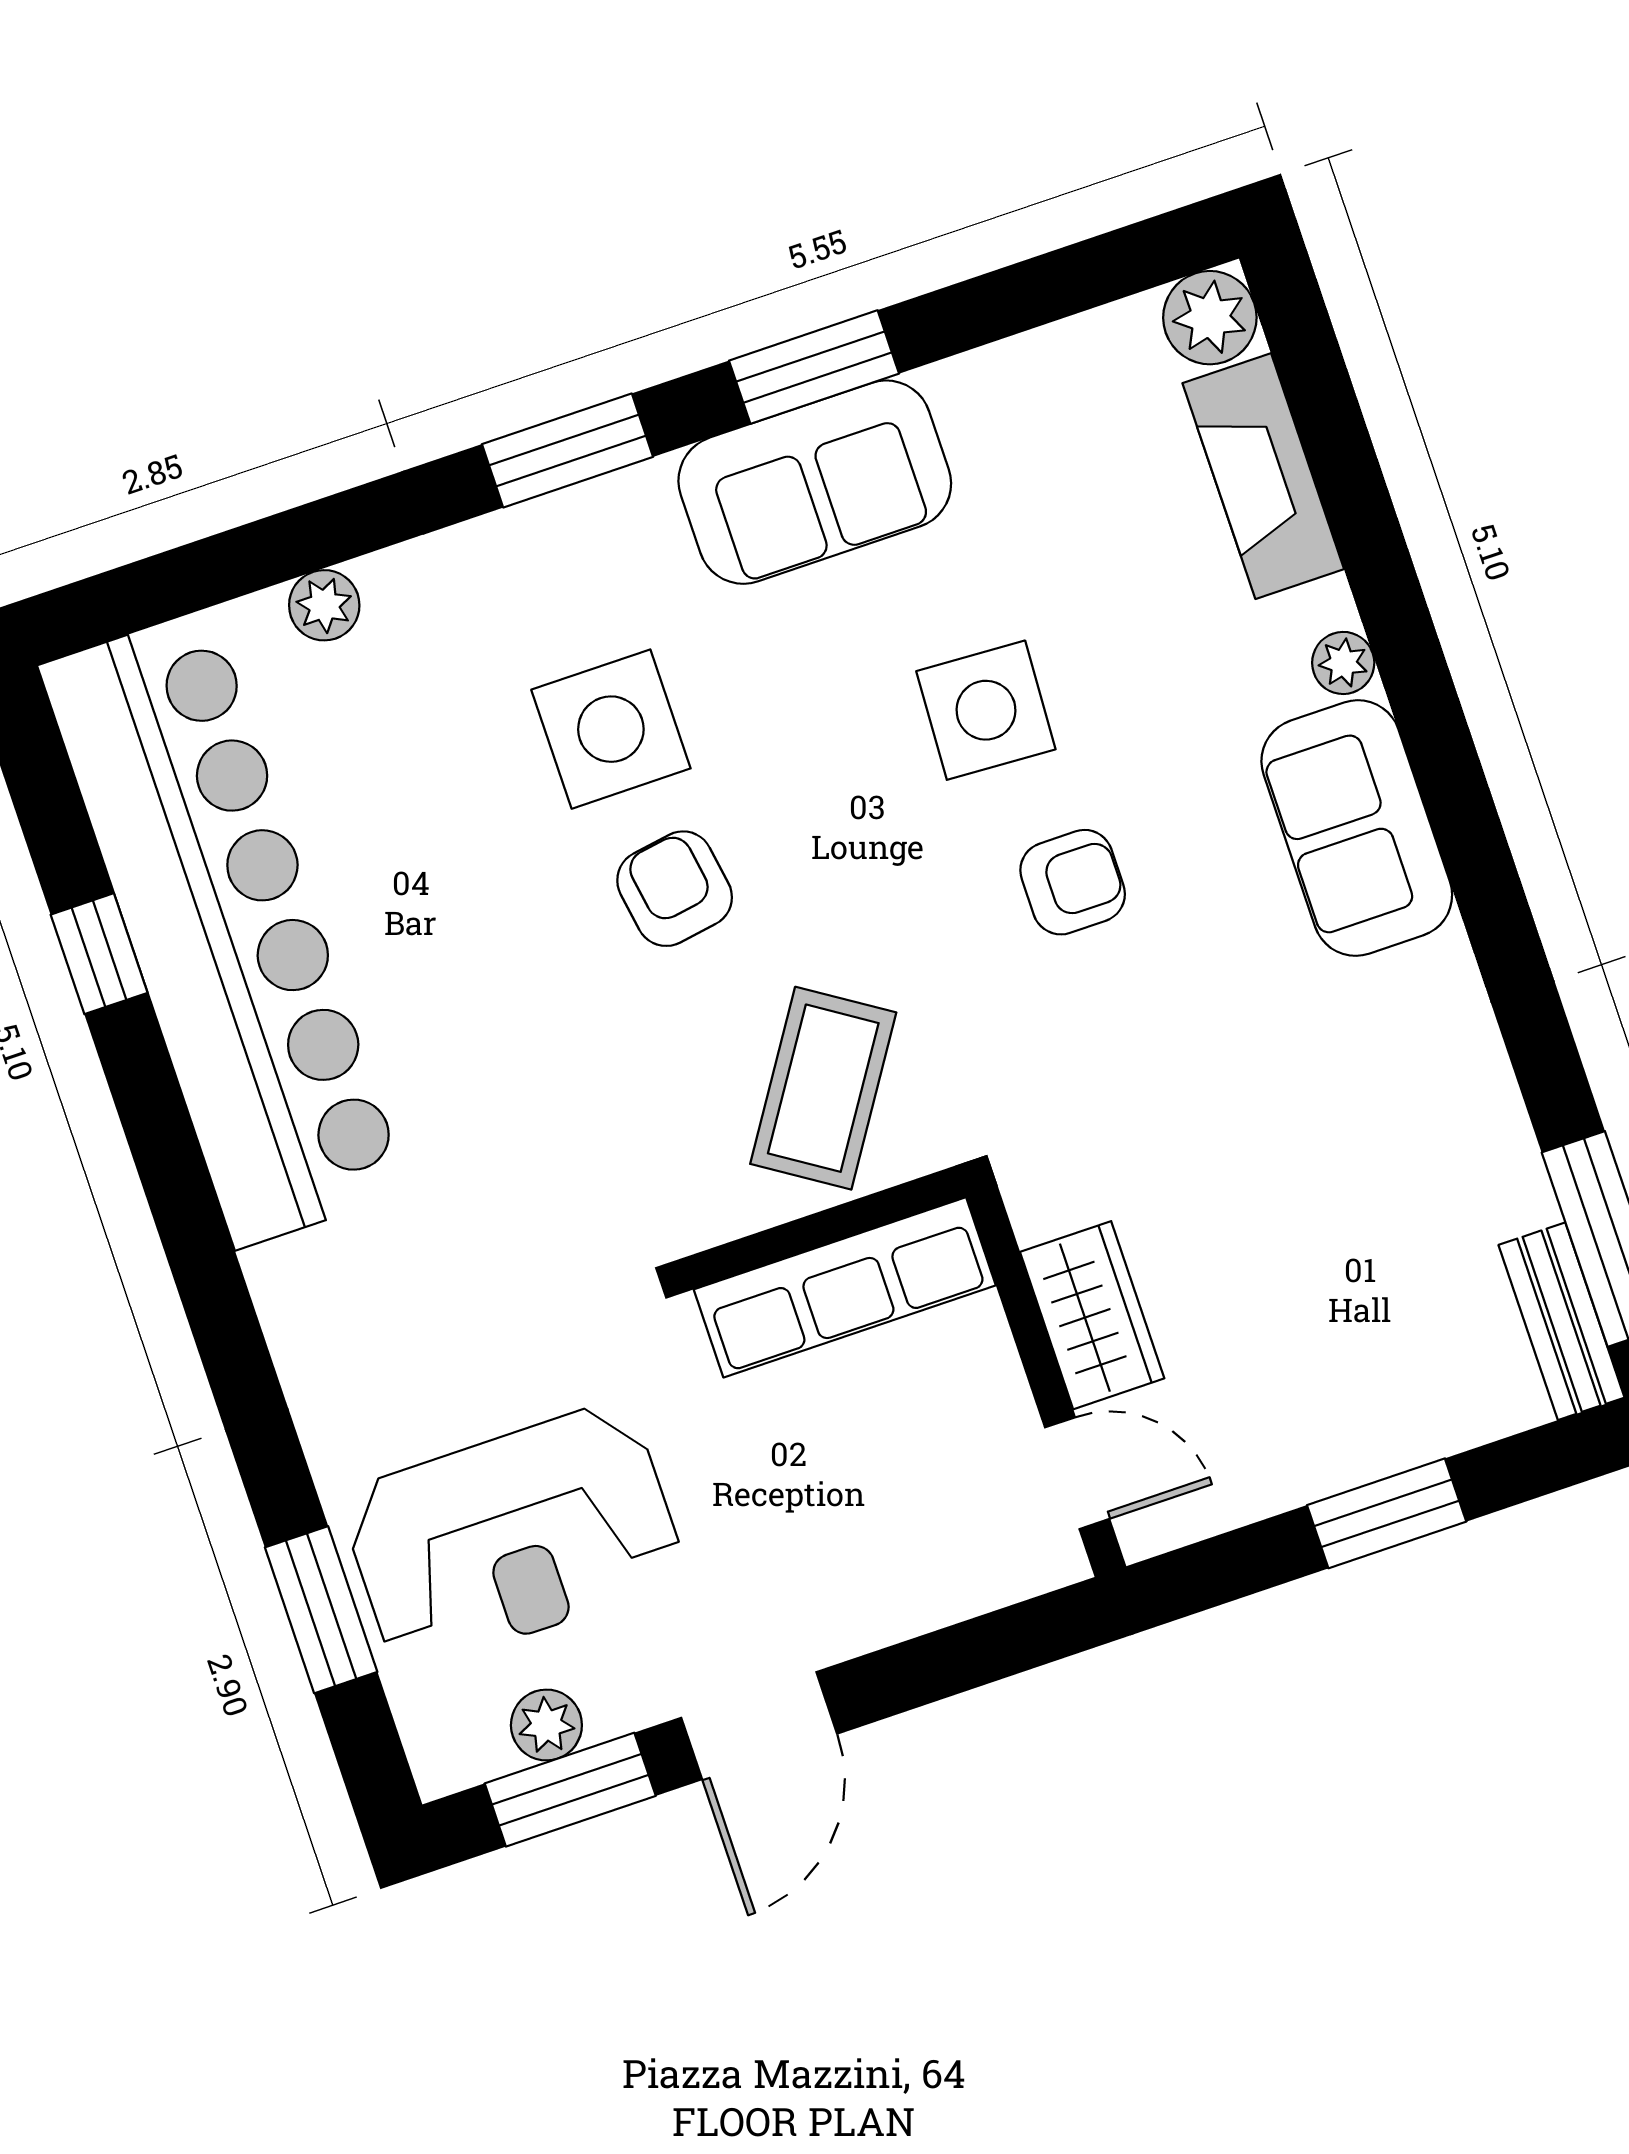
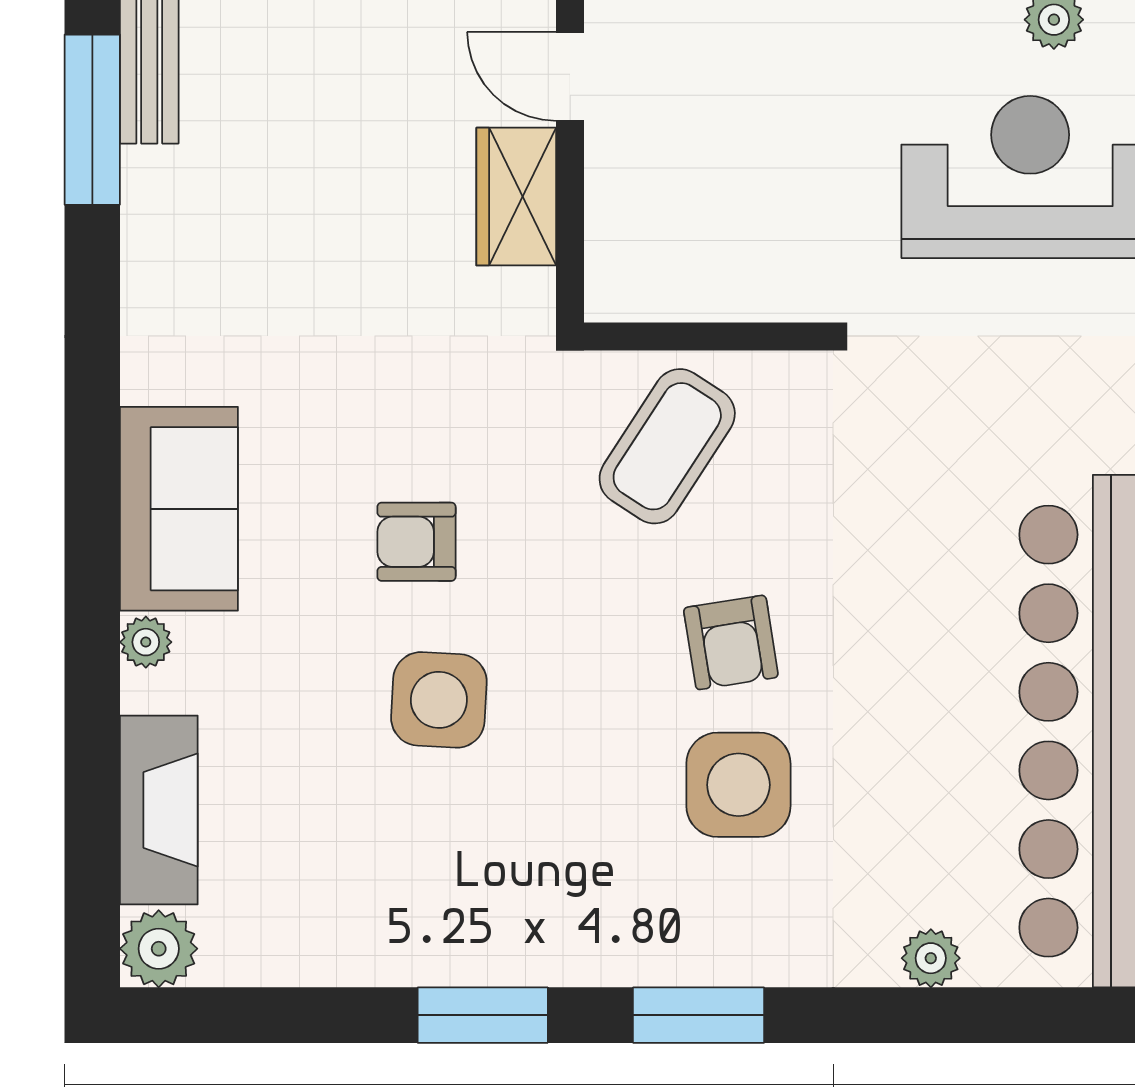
sofa: (815, 482) -> (513, 925), removed
row of seats: (845, 1287) -> (703, 284), removed

